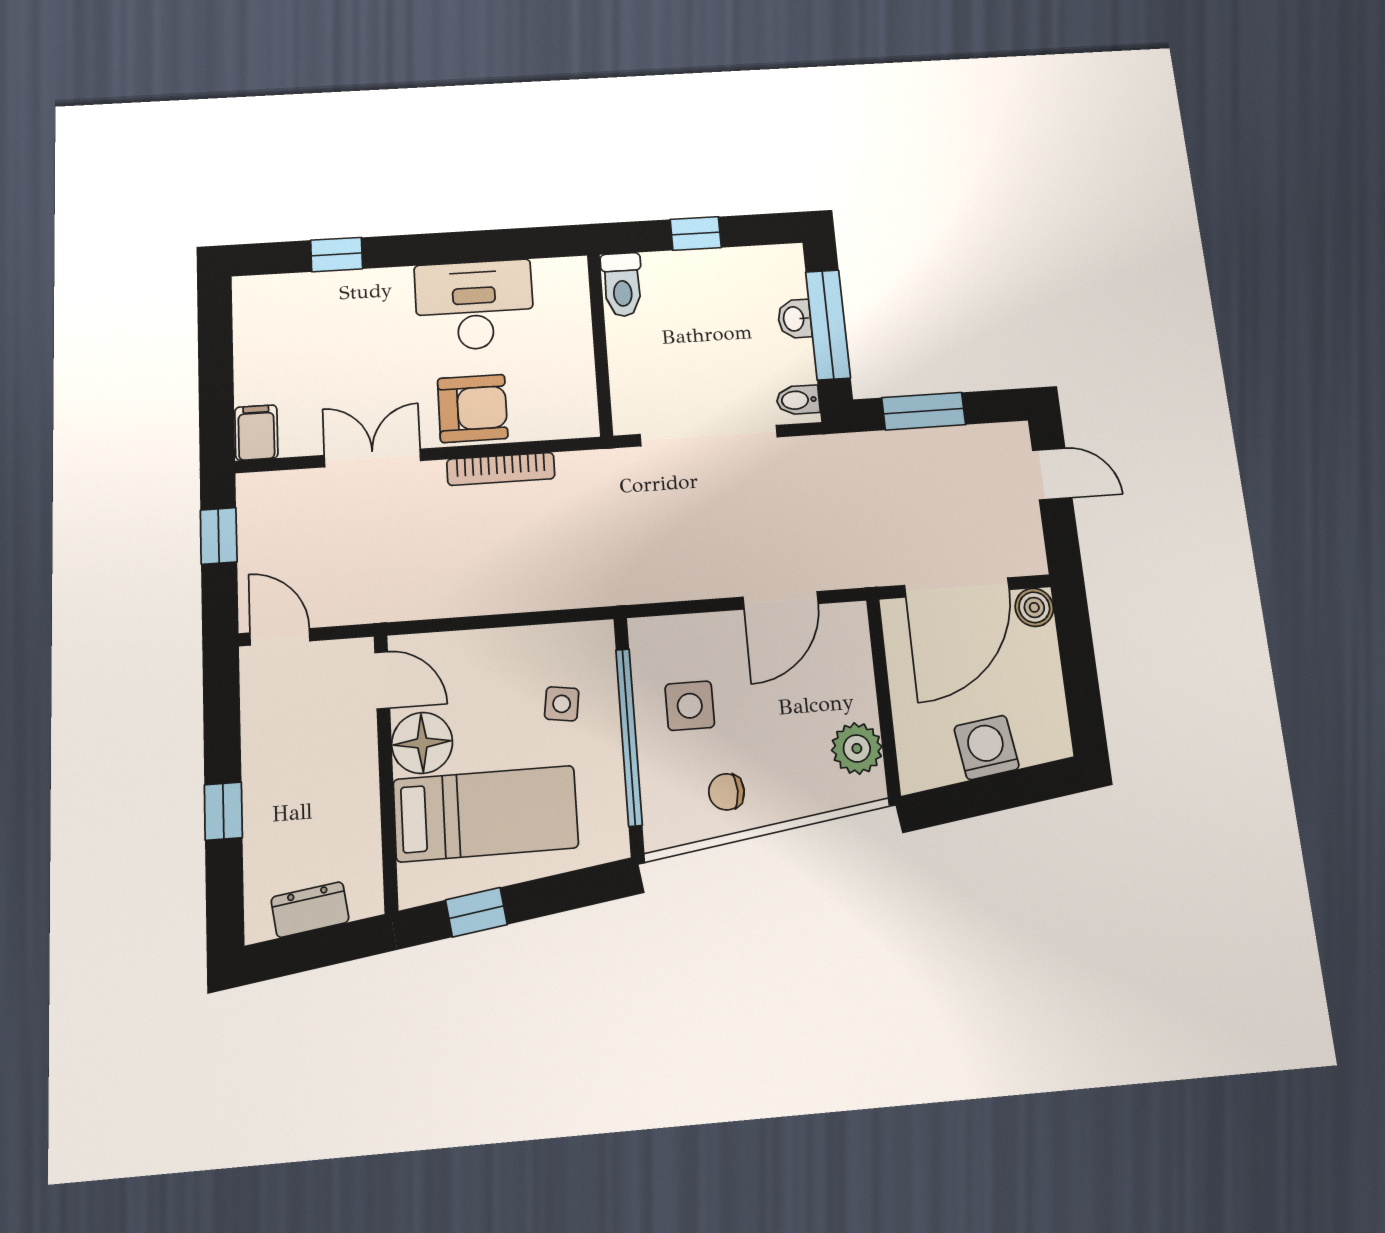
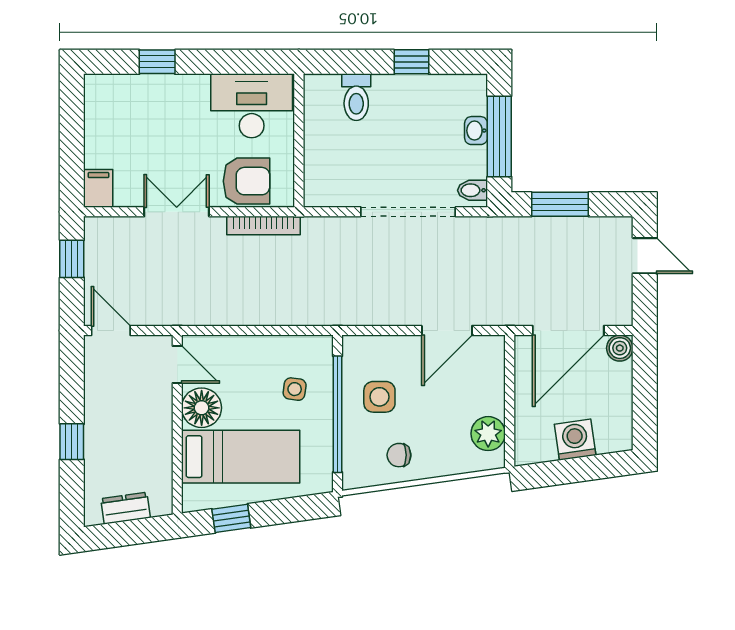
wall: (600, 344) -> (299, 140), moved

